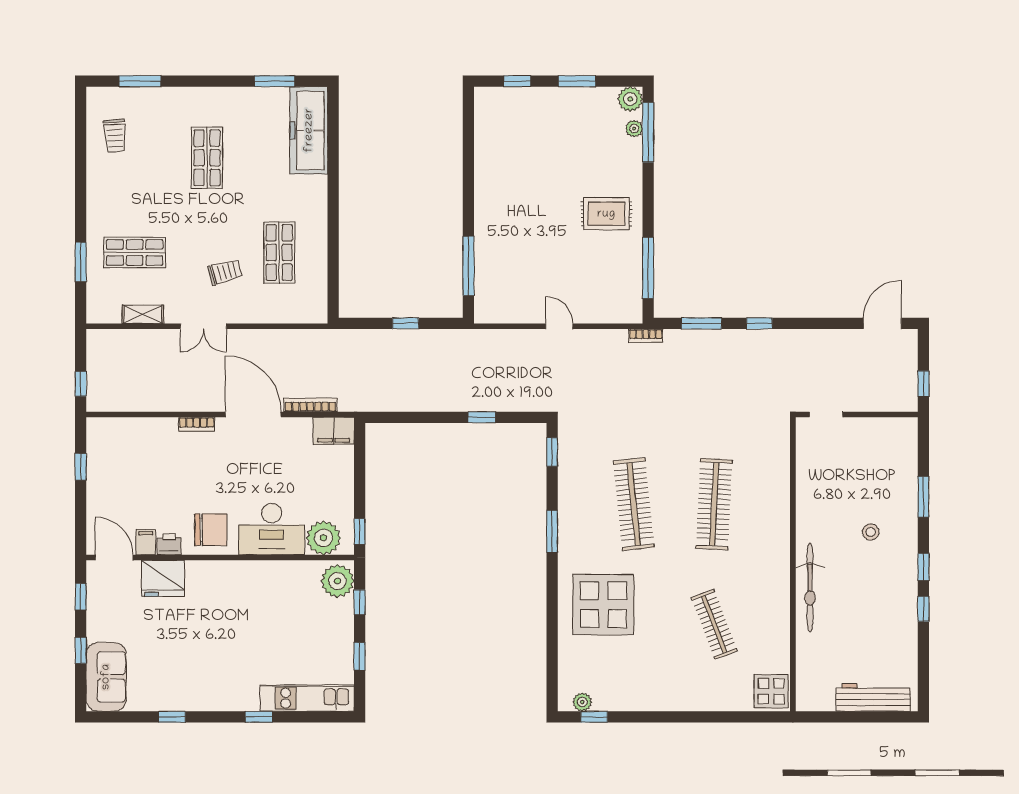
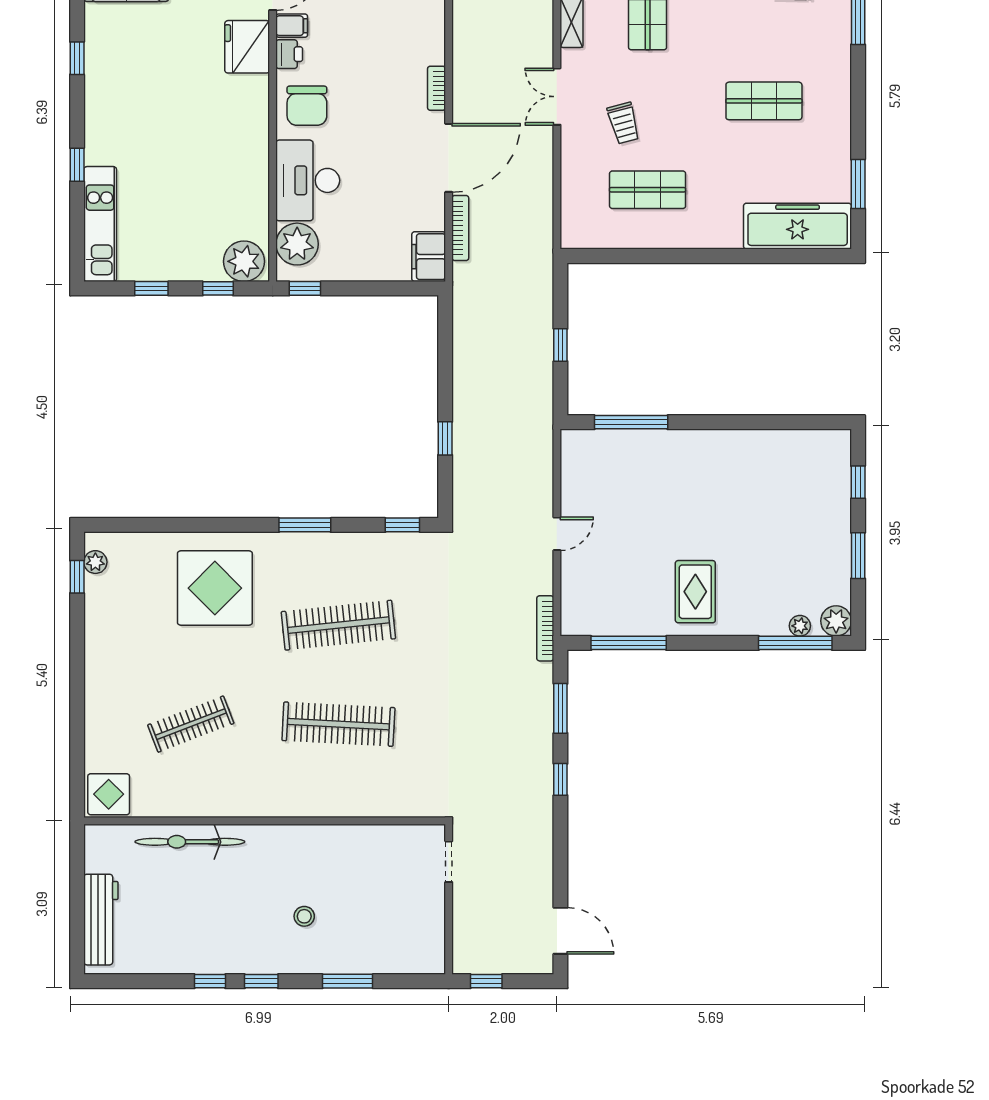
bookcase: (646, 336) -> (545, 628), width x1.56
bicycle: (810, 587) -> (190, 842), moved

